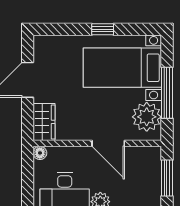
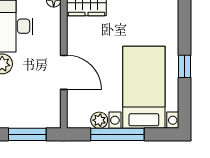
plant: (147, 117) -> (99, 120), width x0.53, depth x0.53
door: (108, 143) -> (64, 72), swing flipped

